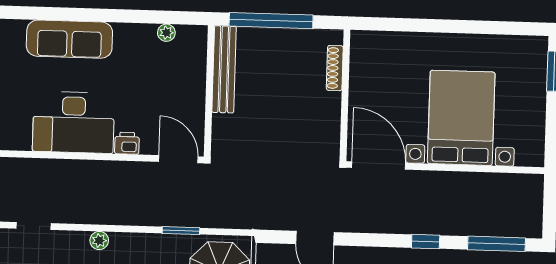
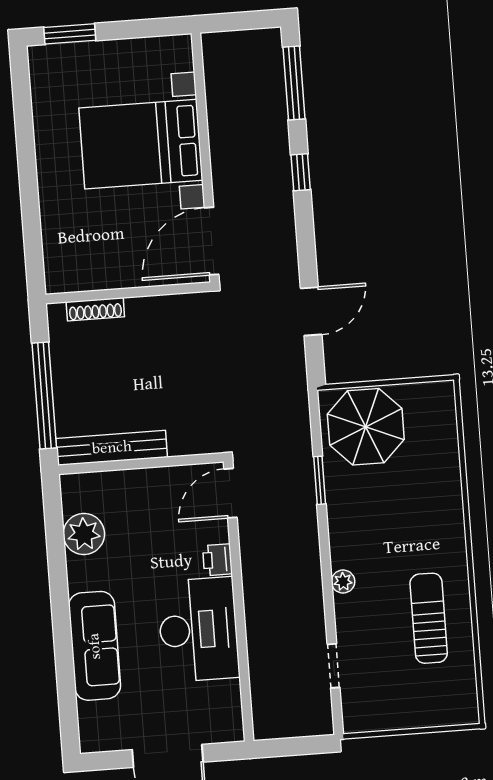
plant: (166, 33) -> (84, 534), width x1.87, depth x1.87

